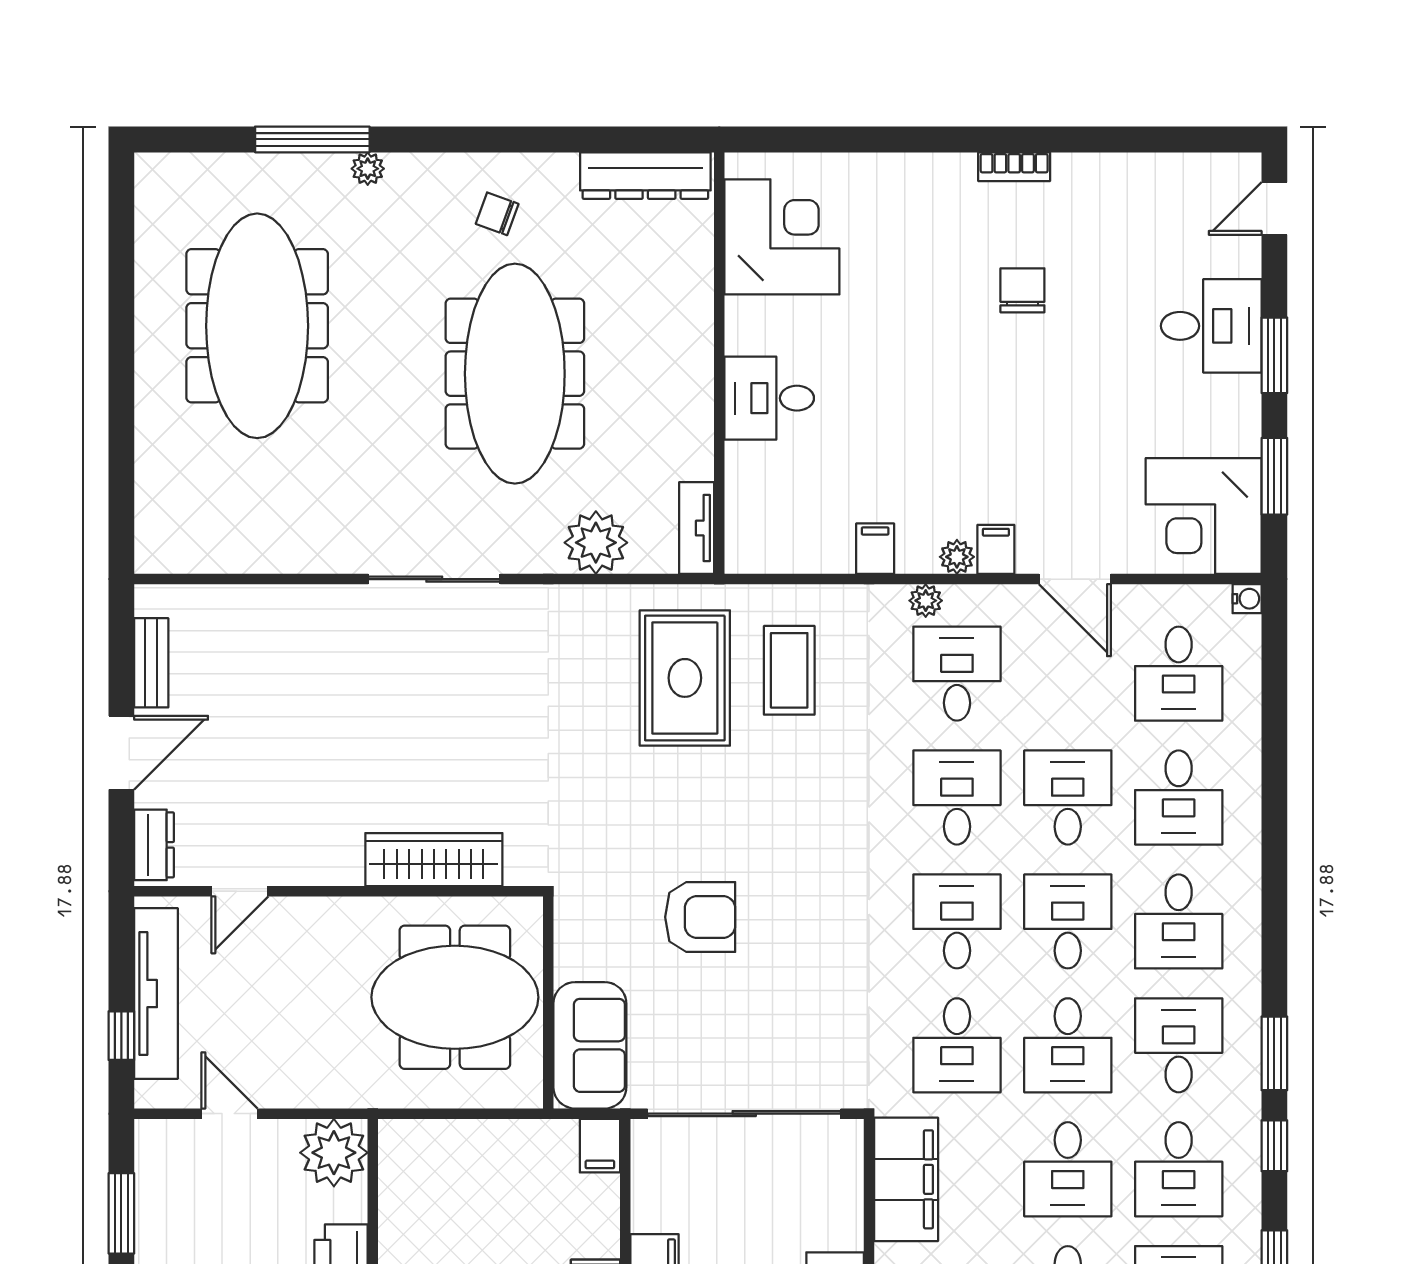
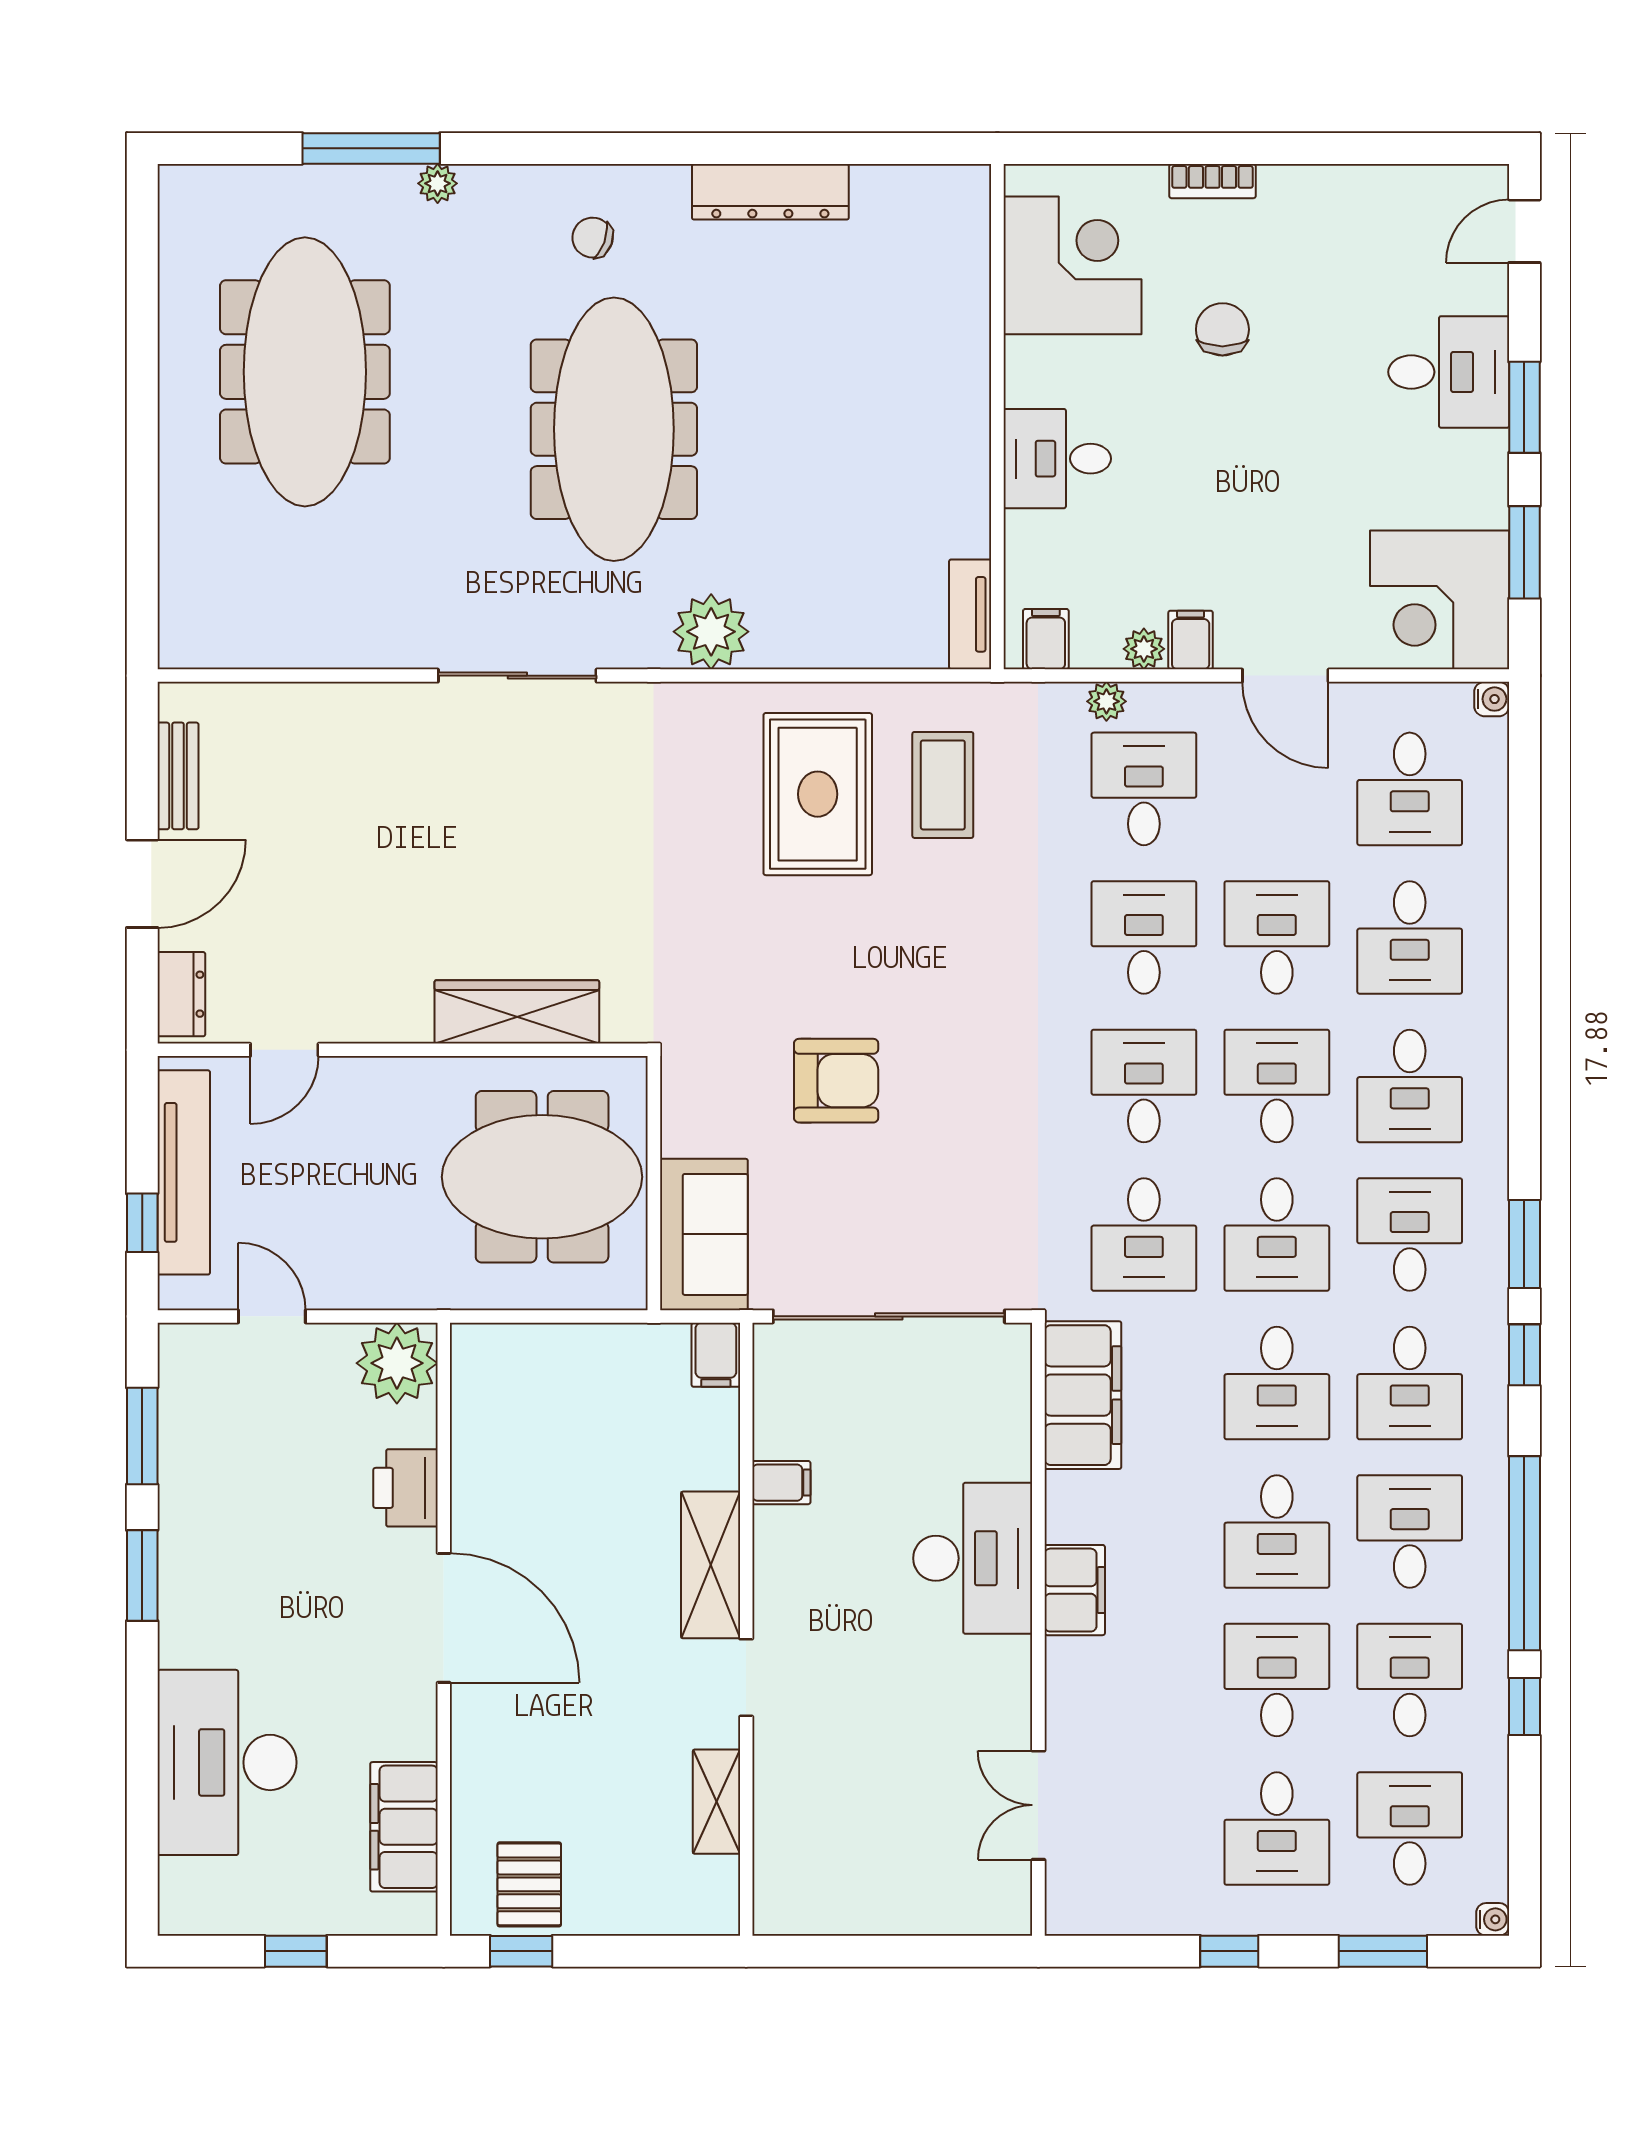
corner desk: (782, 237) -> (1073, 265), moved
wall: (719, 363) -> (997, 417), moved
desk: (769, 398) -> (1057, 459), moved
tv unit: (697, 528) -> (970, 614), moved

